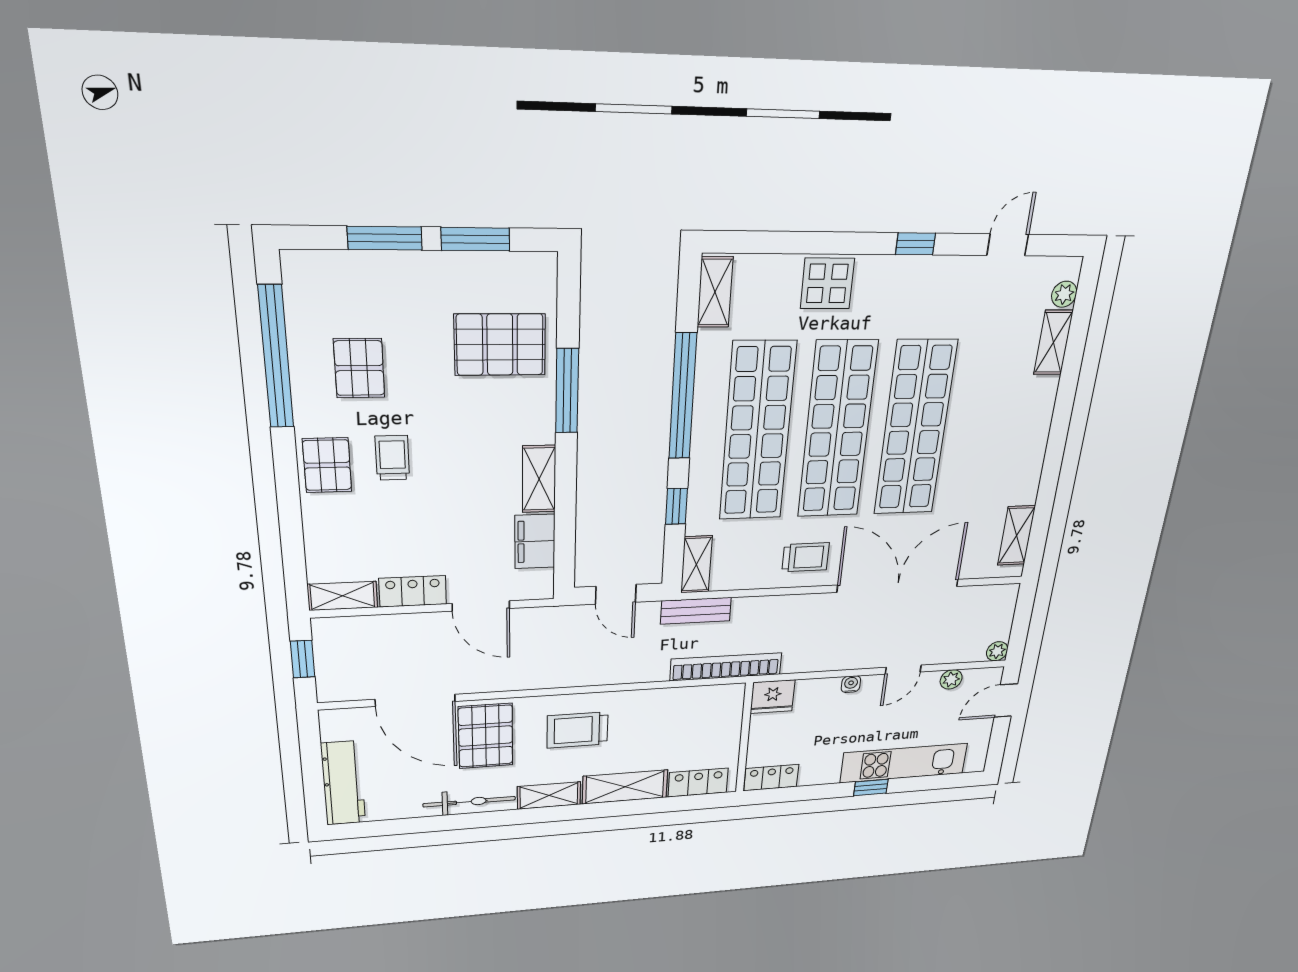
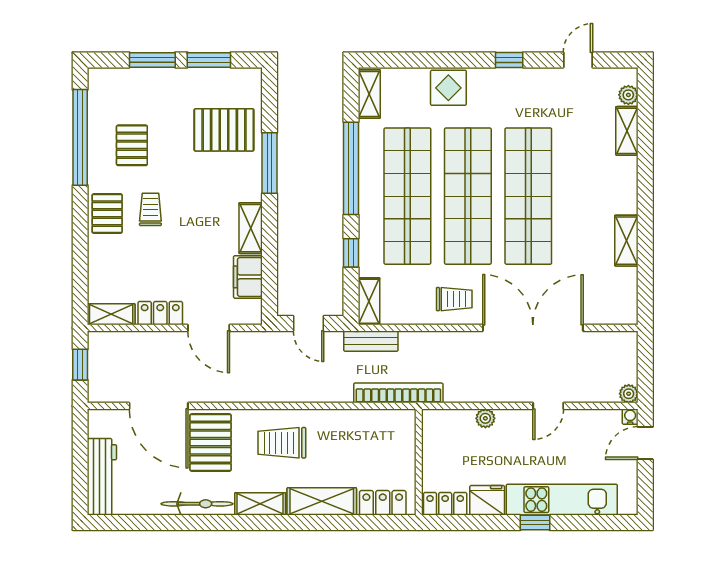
shelving: (1016, 535) -> (626, 241), moved
plant: (951, 679) -> (485, 418), moved
water cooler: (851, 684) -> (630, 417), moved
fridge: (773, 697) -> (487, 500), moved, turned 180

